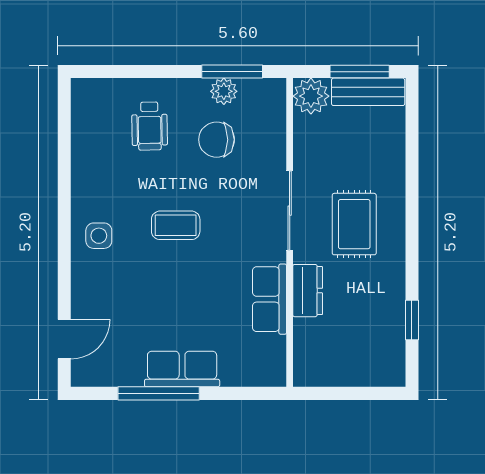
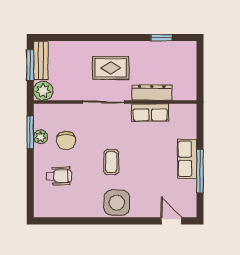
side table: (99, 236) -> (117, 203), width x1.87, depth x1.87
dresser: (308, 291) -> (152, 93), width x1.44

